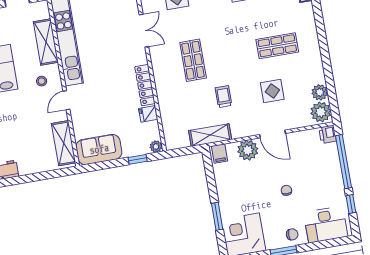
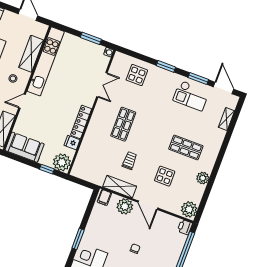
plant: (320, 92) -> (203, 178), moved
shelving: (210, 135) -> (120, 187), moved
plant: (156, 147) -> (62, 162), width x1.88, depth x1.88

